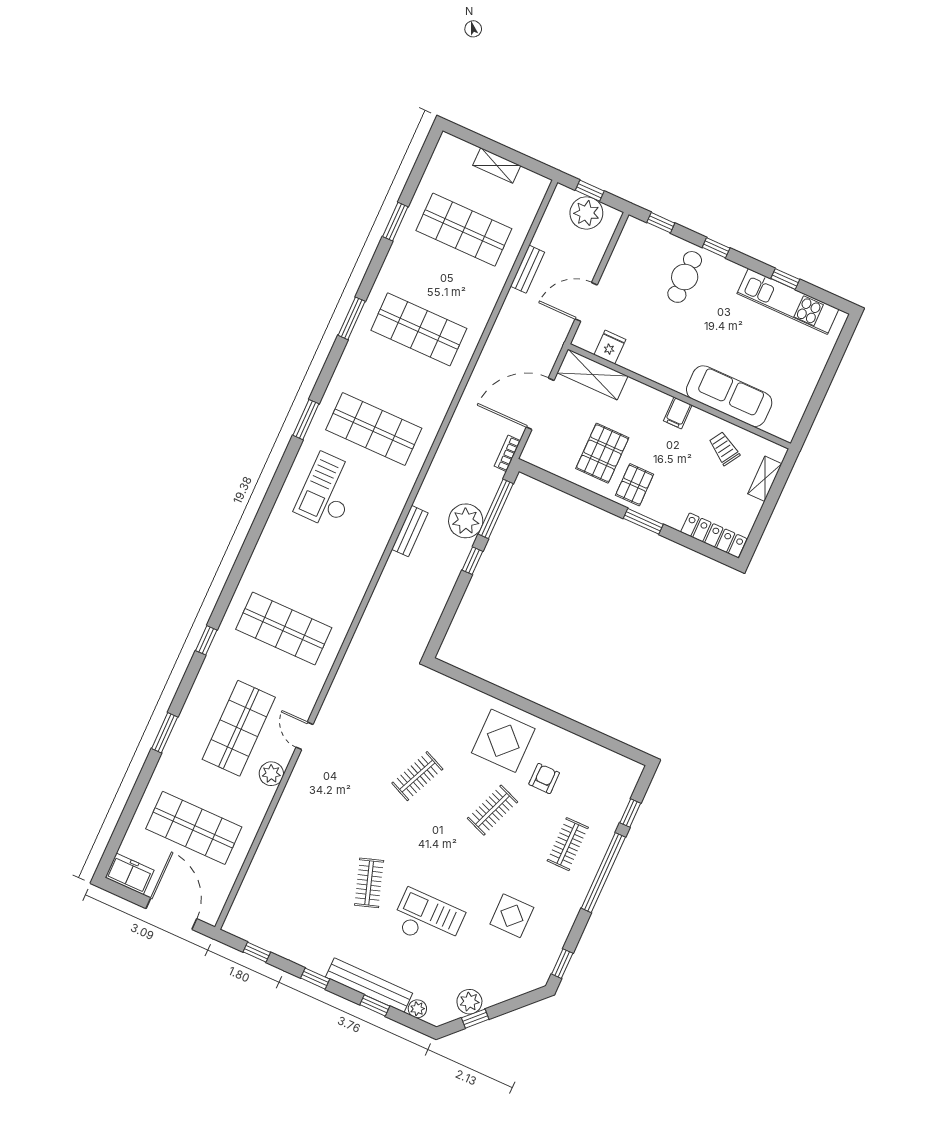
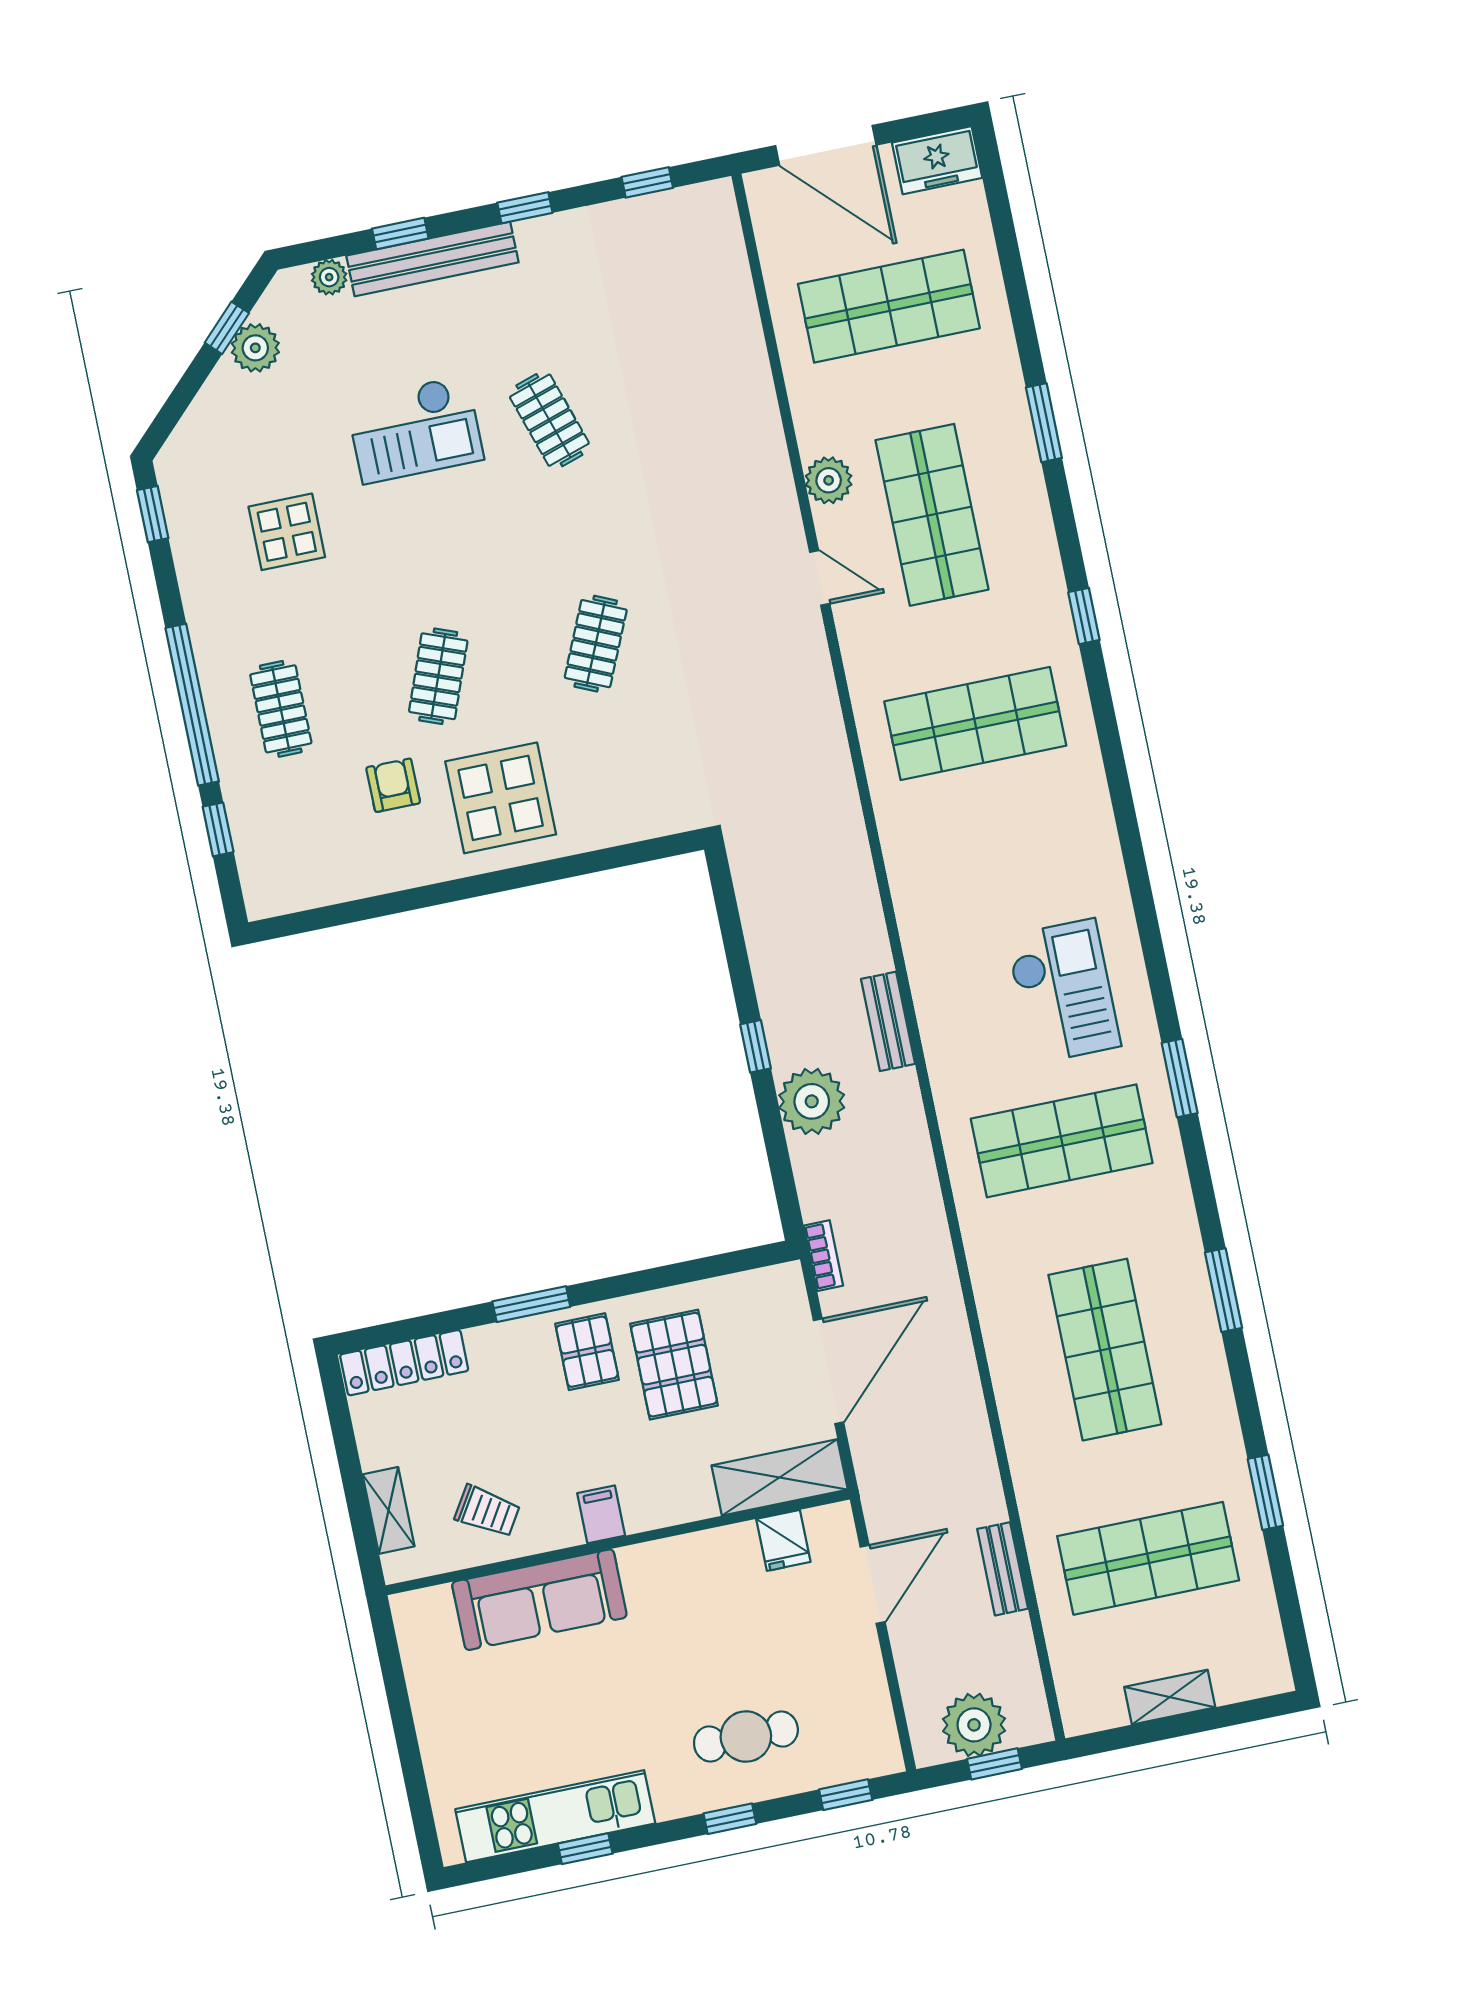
cafe table: (685, 277) -> (746, 1737), turned 90
shop shelf: (419, 329) -> (1105, 1350), turned 90
window: (496, 509) -> (778, 1155), removed
armchair: (544, 778) -> (393, 785), turned 180

